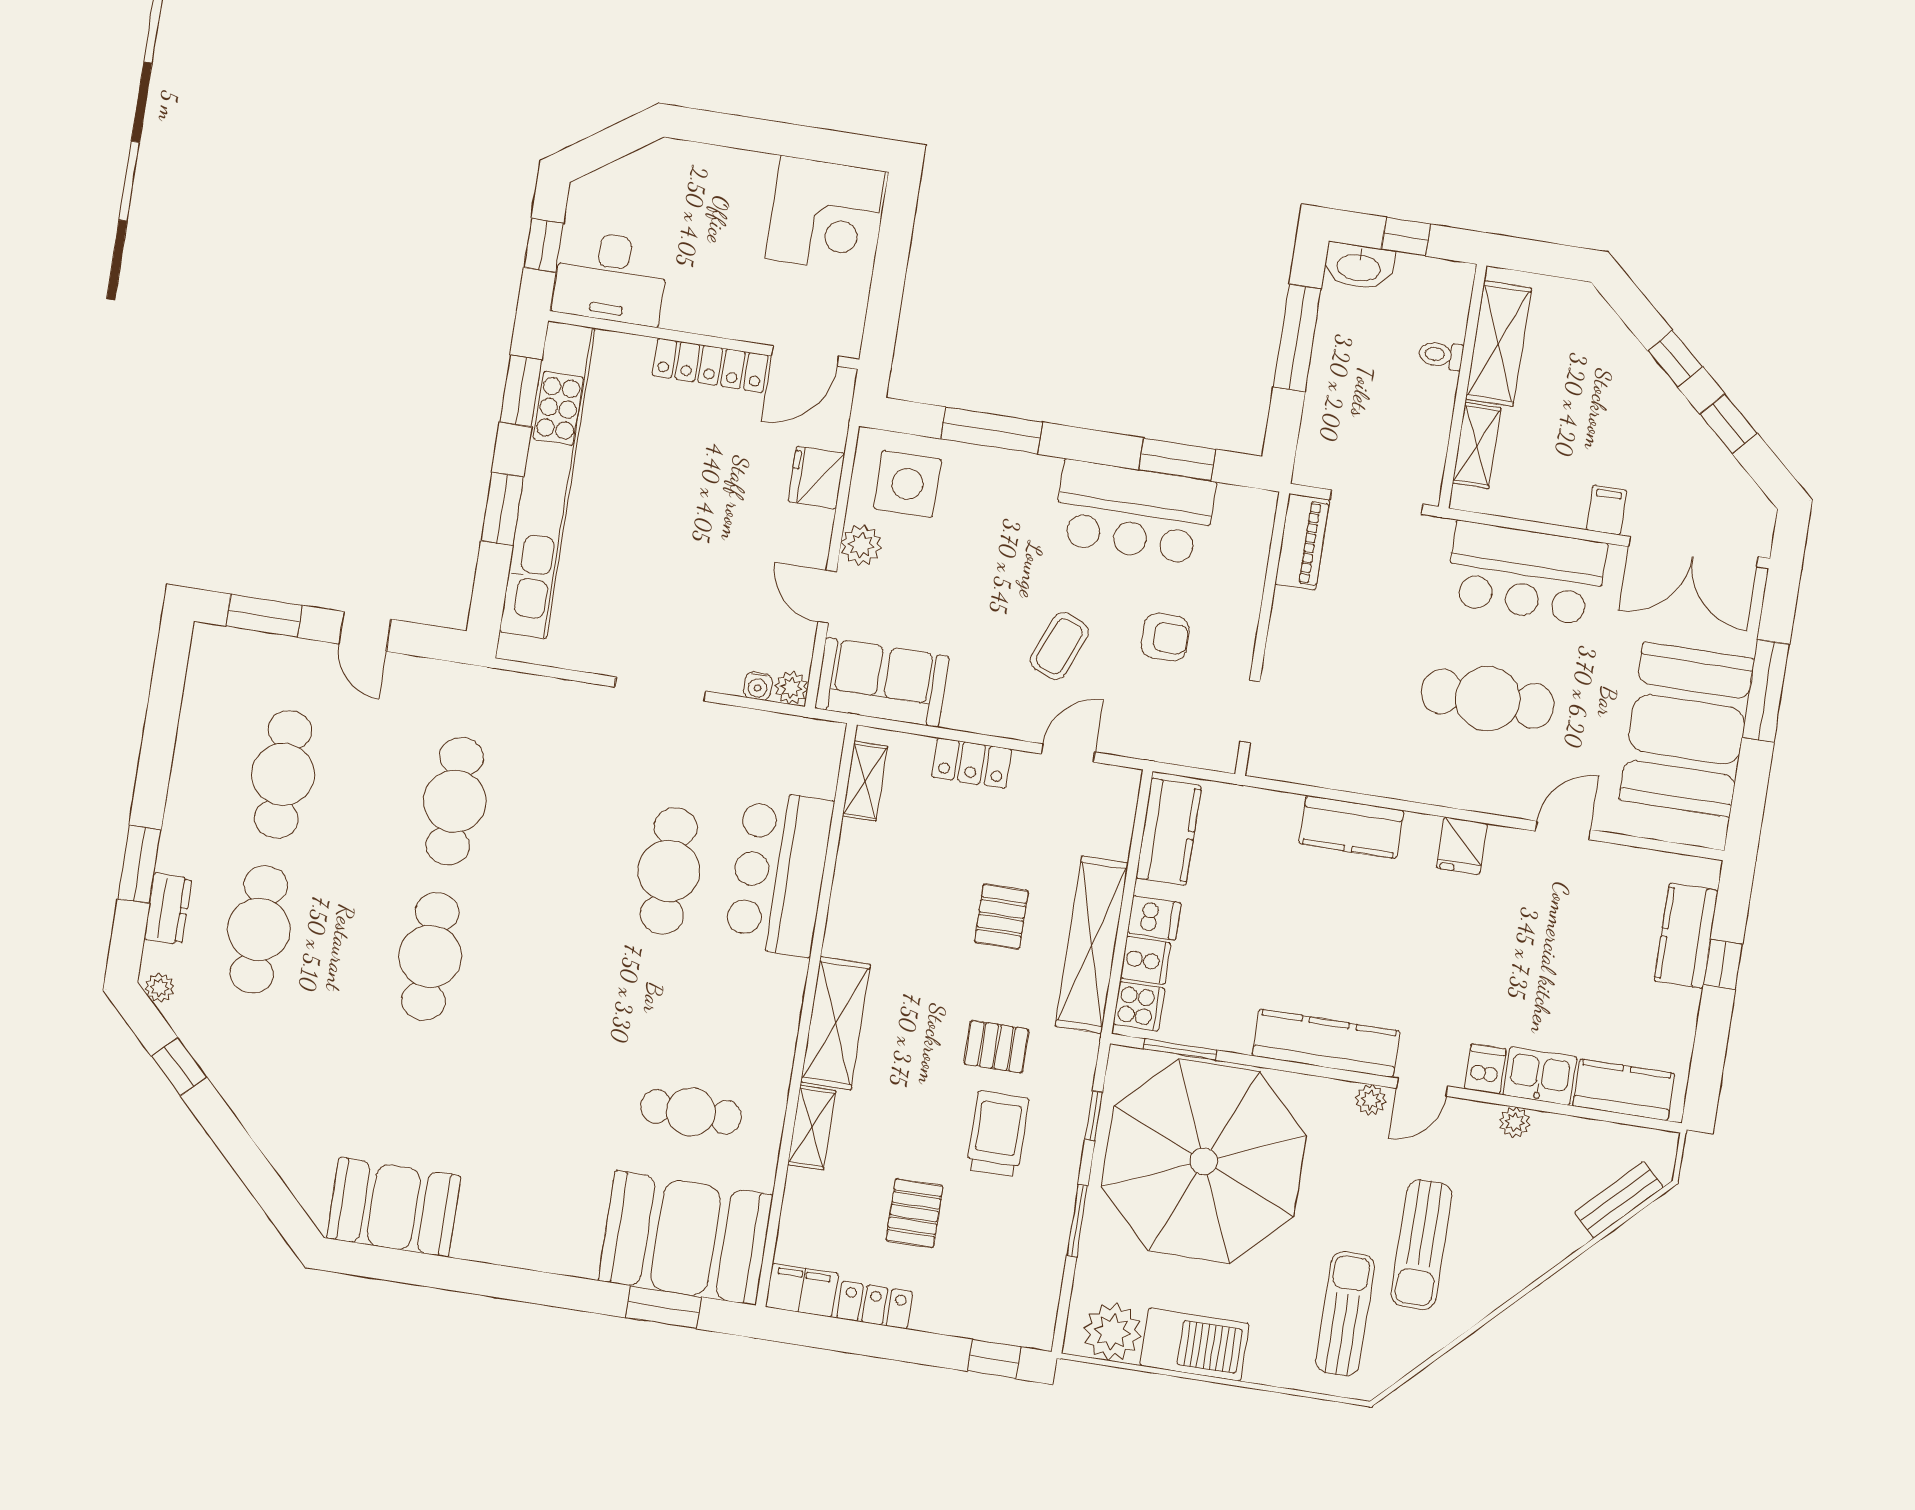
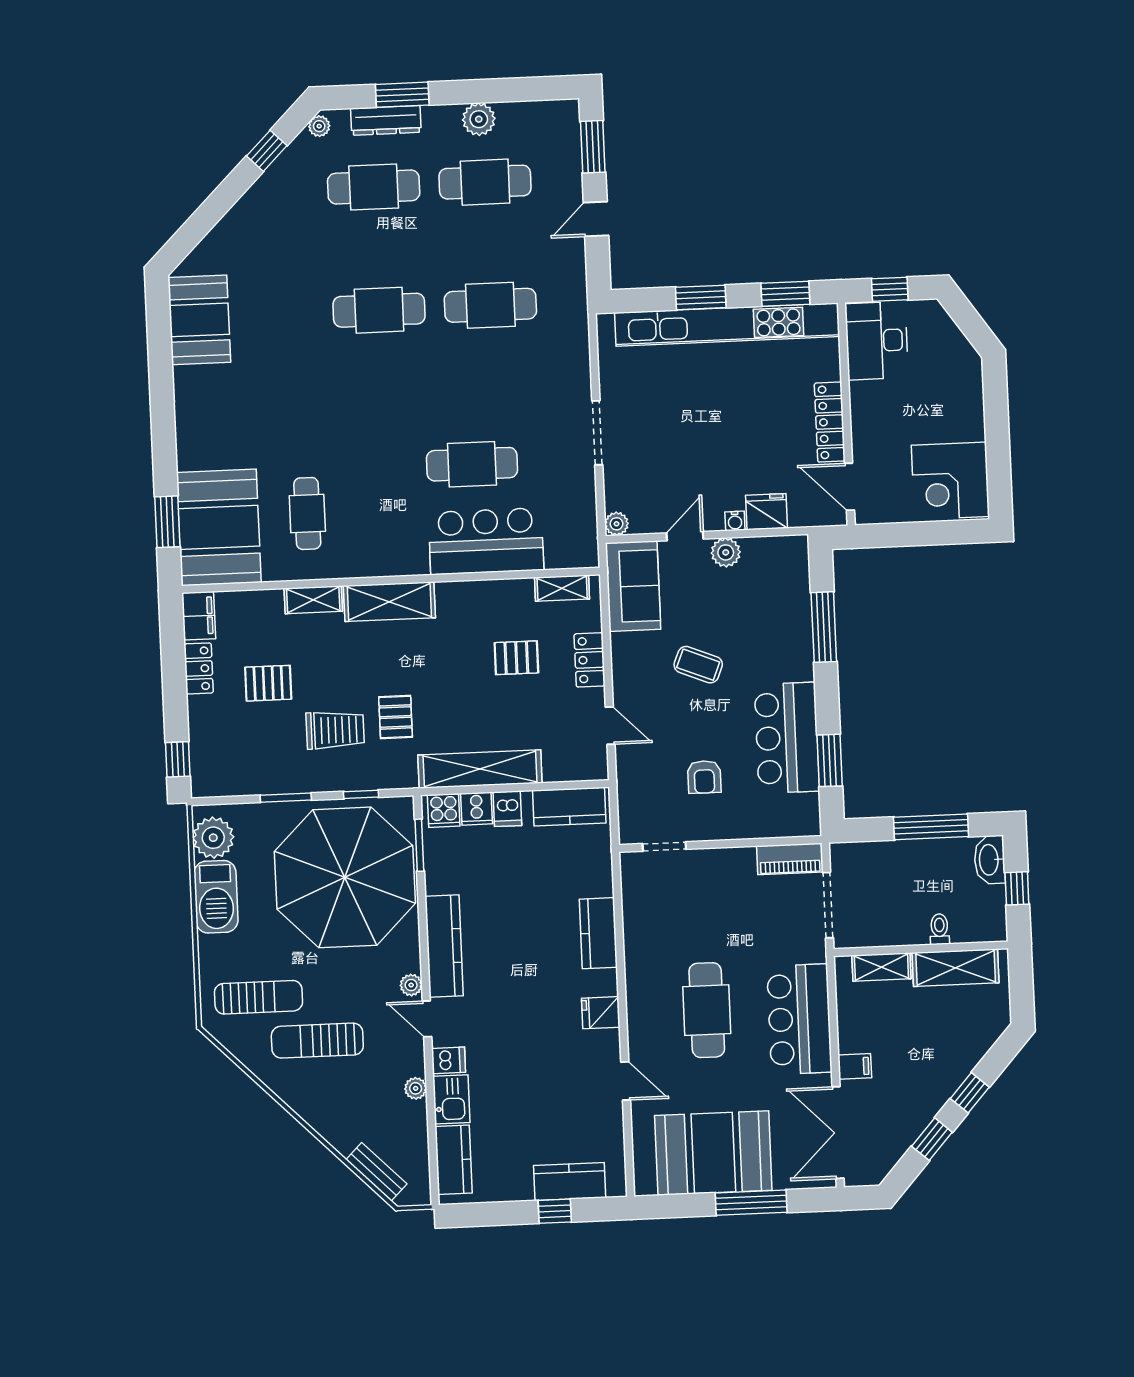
side table: (907, 484) -> (775, 576), removed
coffee table: (1059, 646) -> (698, 665), moved
water cooler: (758, 686) -> (735, 521), moved, turned -90
plant: (194, 765) -> (479, 119), added
dresser: (168, 909) -> (386, 120), width x1.44
pallet: (1001, 916) -> (516, 658), moved

